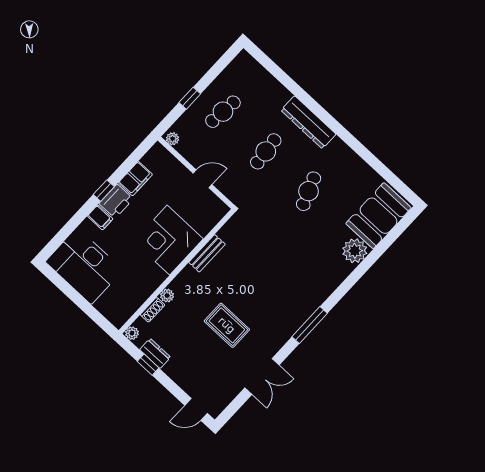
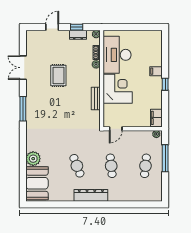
window: (190, 98) -> (165, 158), width x2.17
dresser: (308, 122) -> (91, 195), moved
filing cabinet: (135, 179) -> (156, 118), moved
door: (203, 179) -> (116, 129), moved
printer: (116, 201) -> (156, 85), removed
desk: (84, 266) -> (117, 55), moved, turned -90
rug: (227, 325) -> (58, 75), turned 90
door: (196, 409) -> (52, 27), moved

